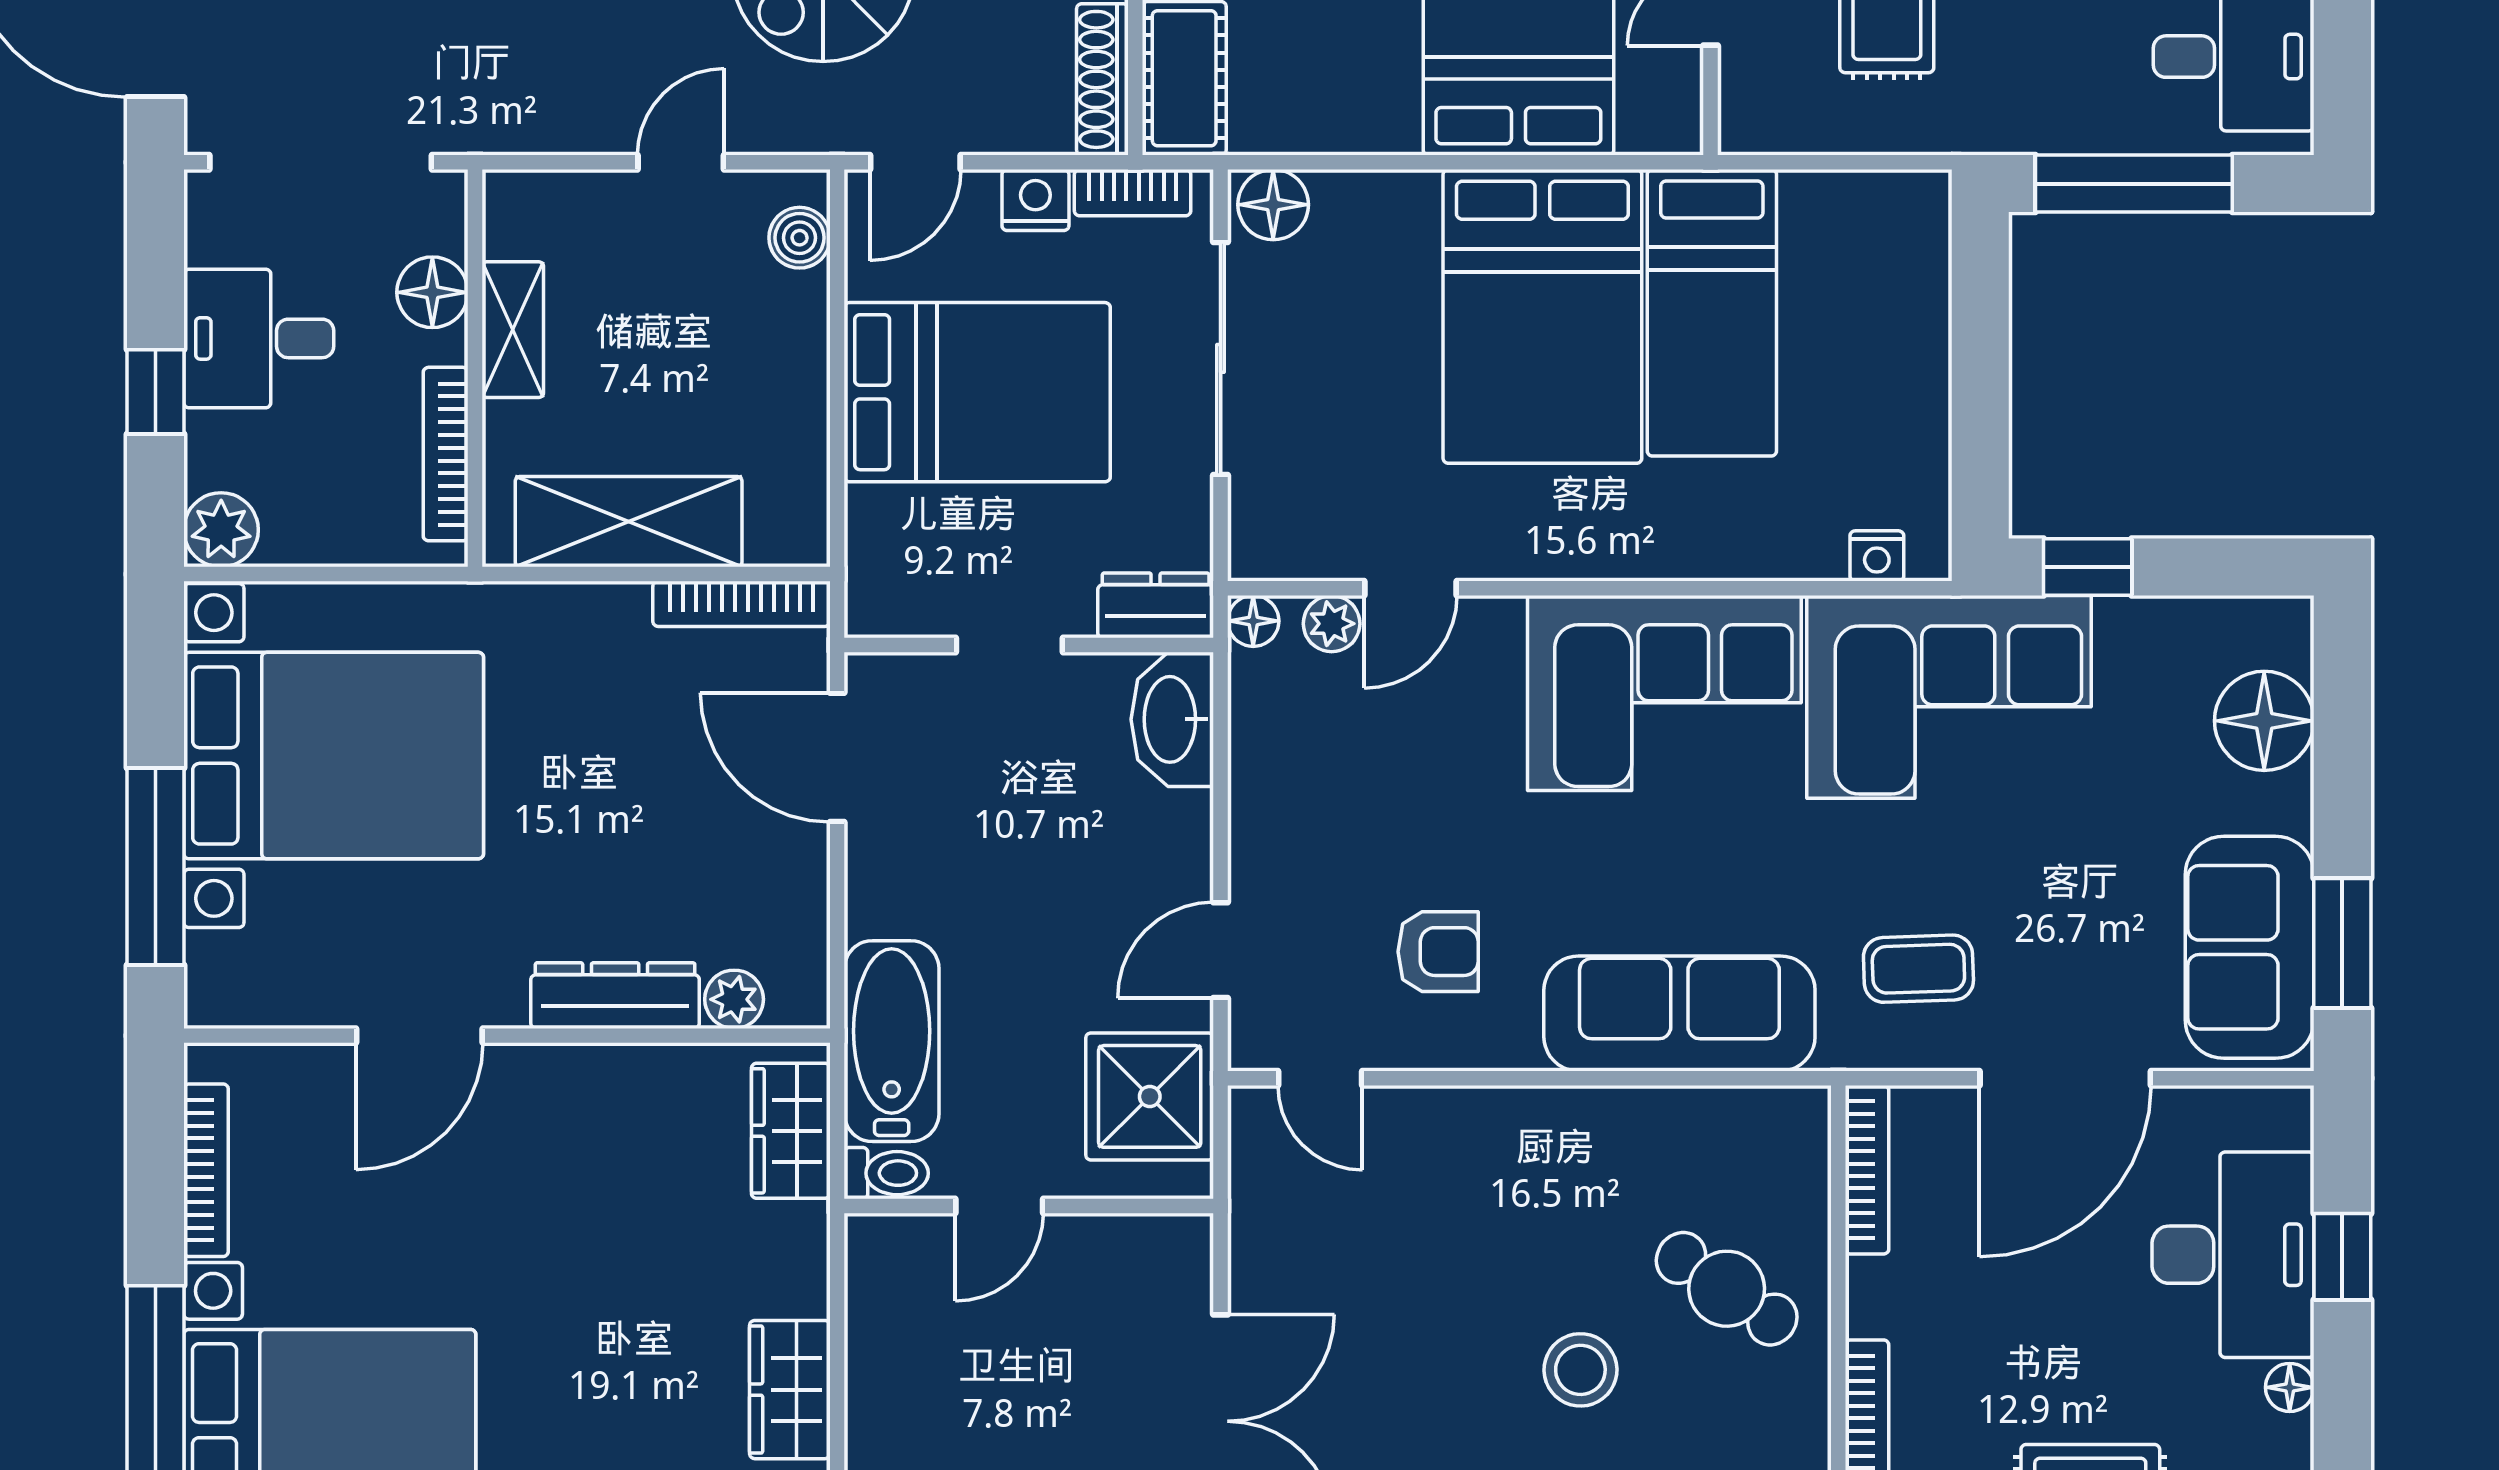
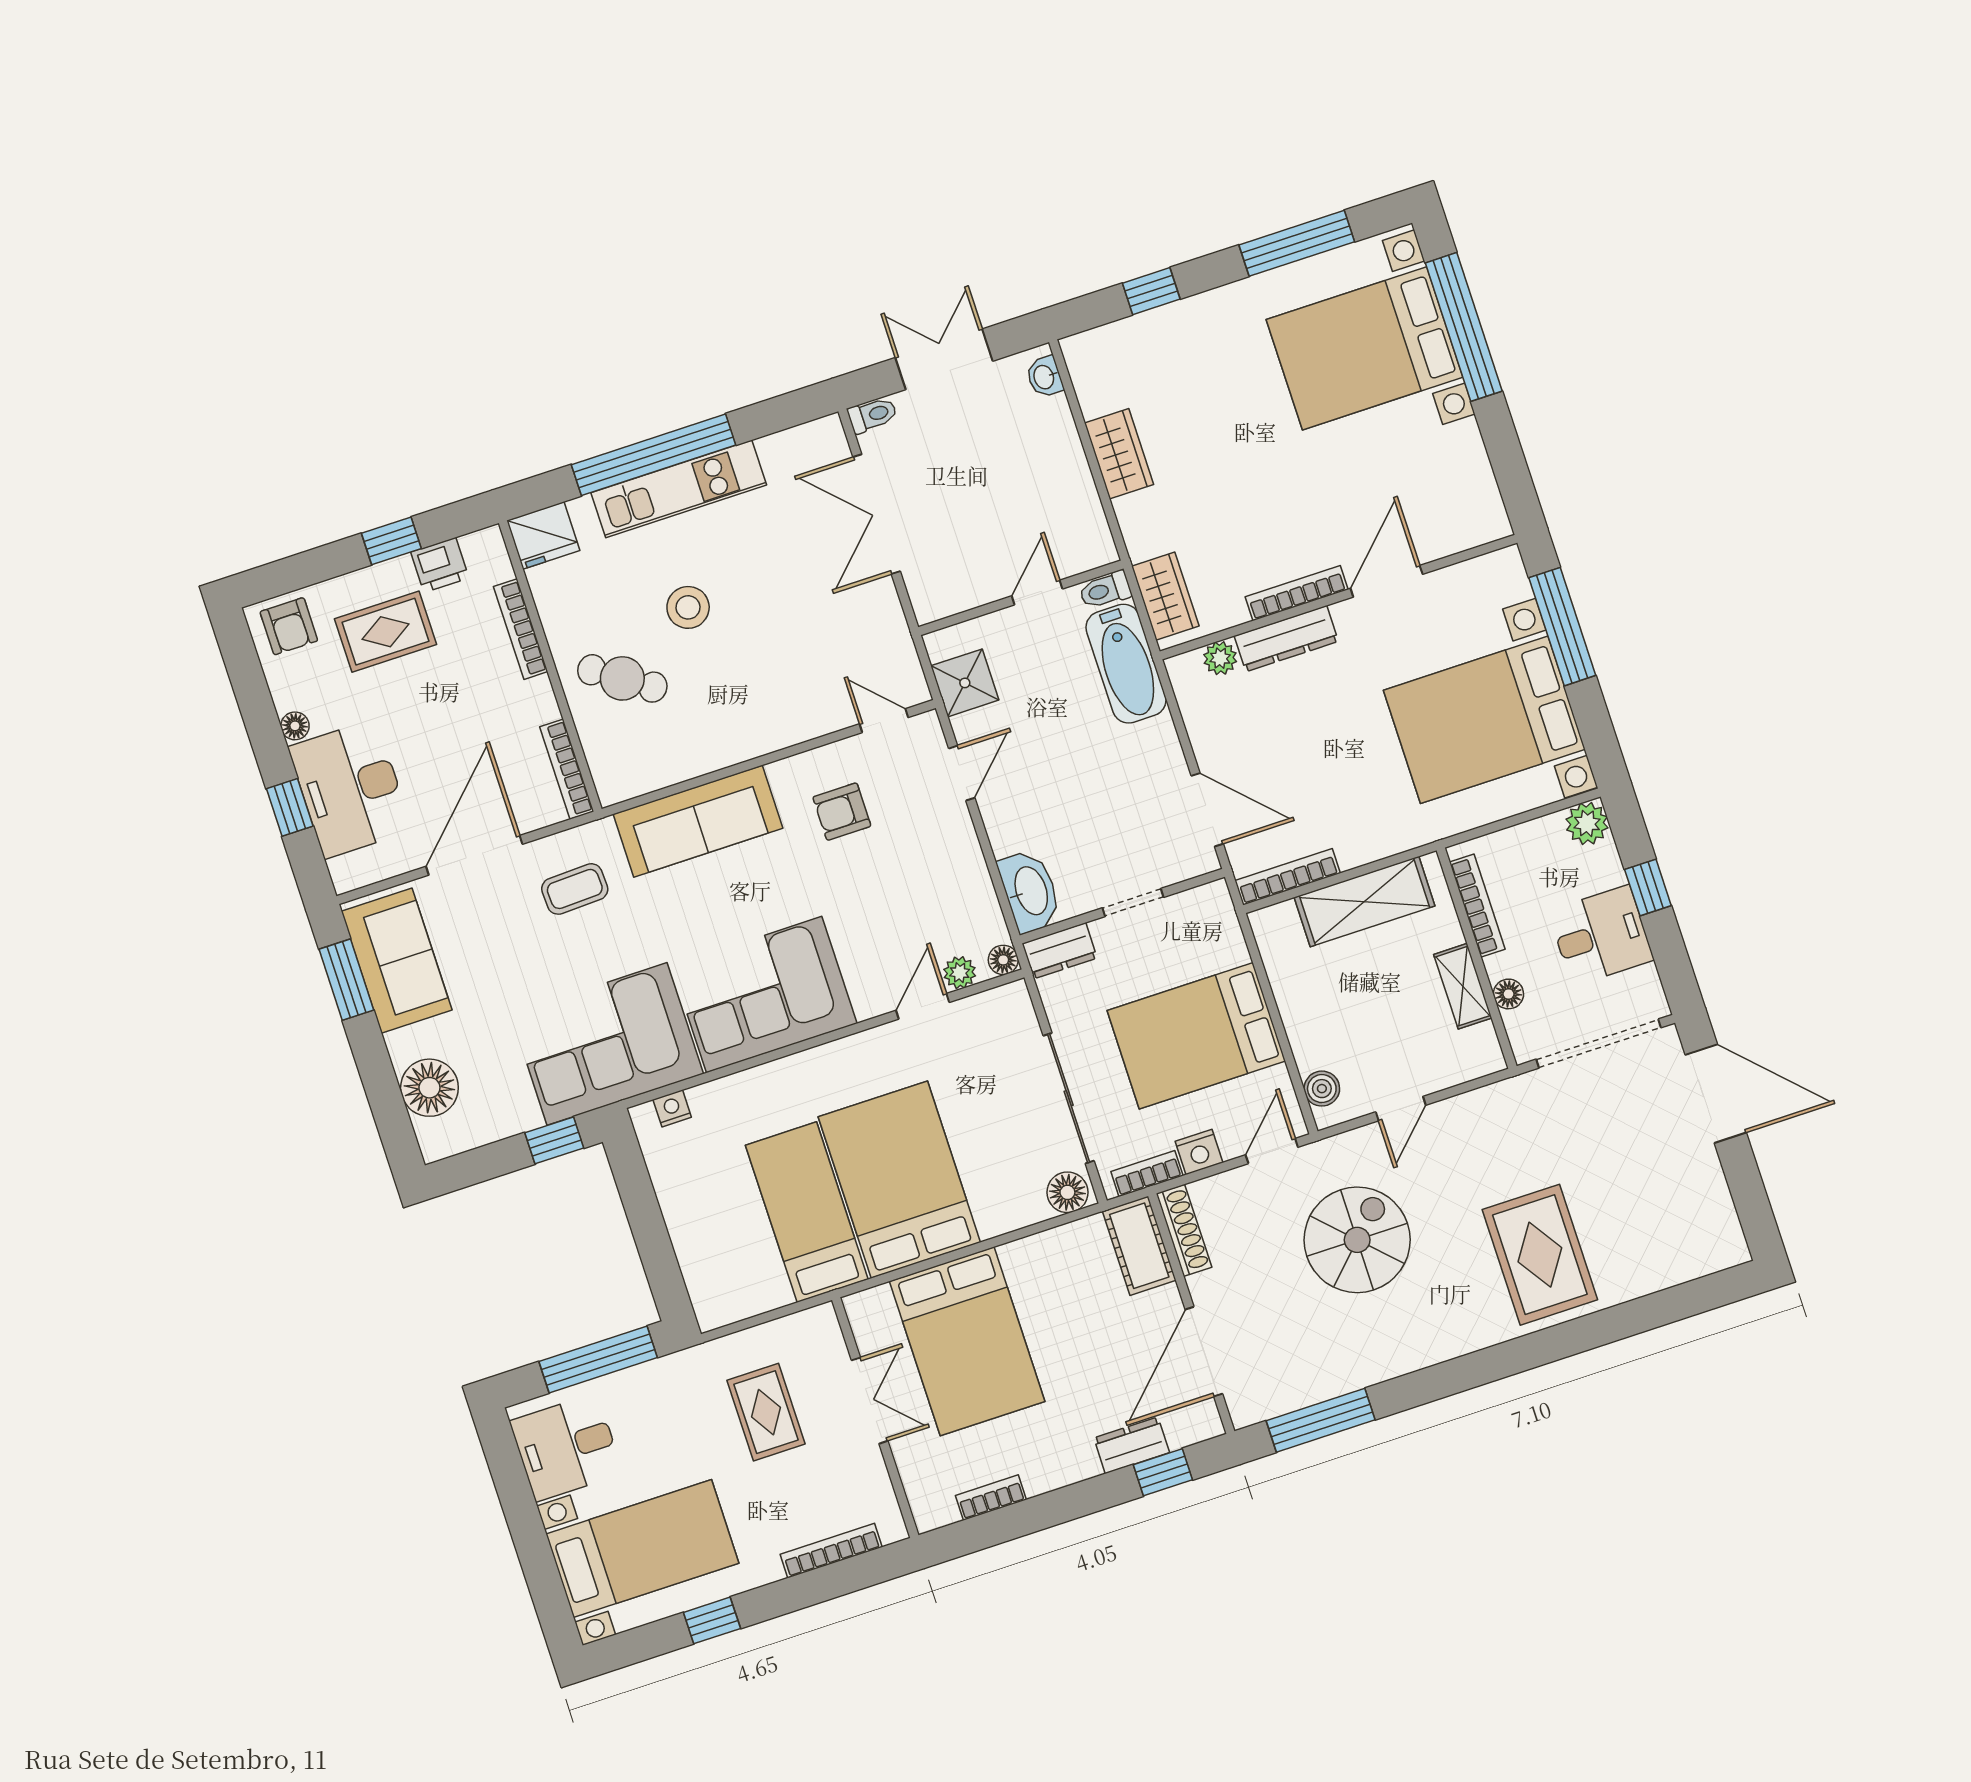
floor lamp: (432, 292) -> (1508, 994), width x0.73, depth x0.73
shower: (1150, 1096) -> (965, 683), width x0.73, depth x0.73
bookcase: (206, 1170) -> (1297, 593), moved, turned 90

